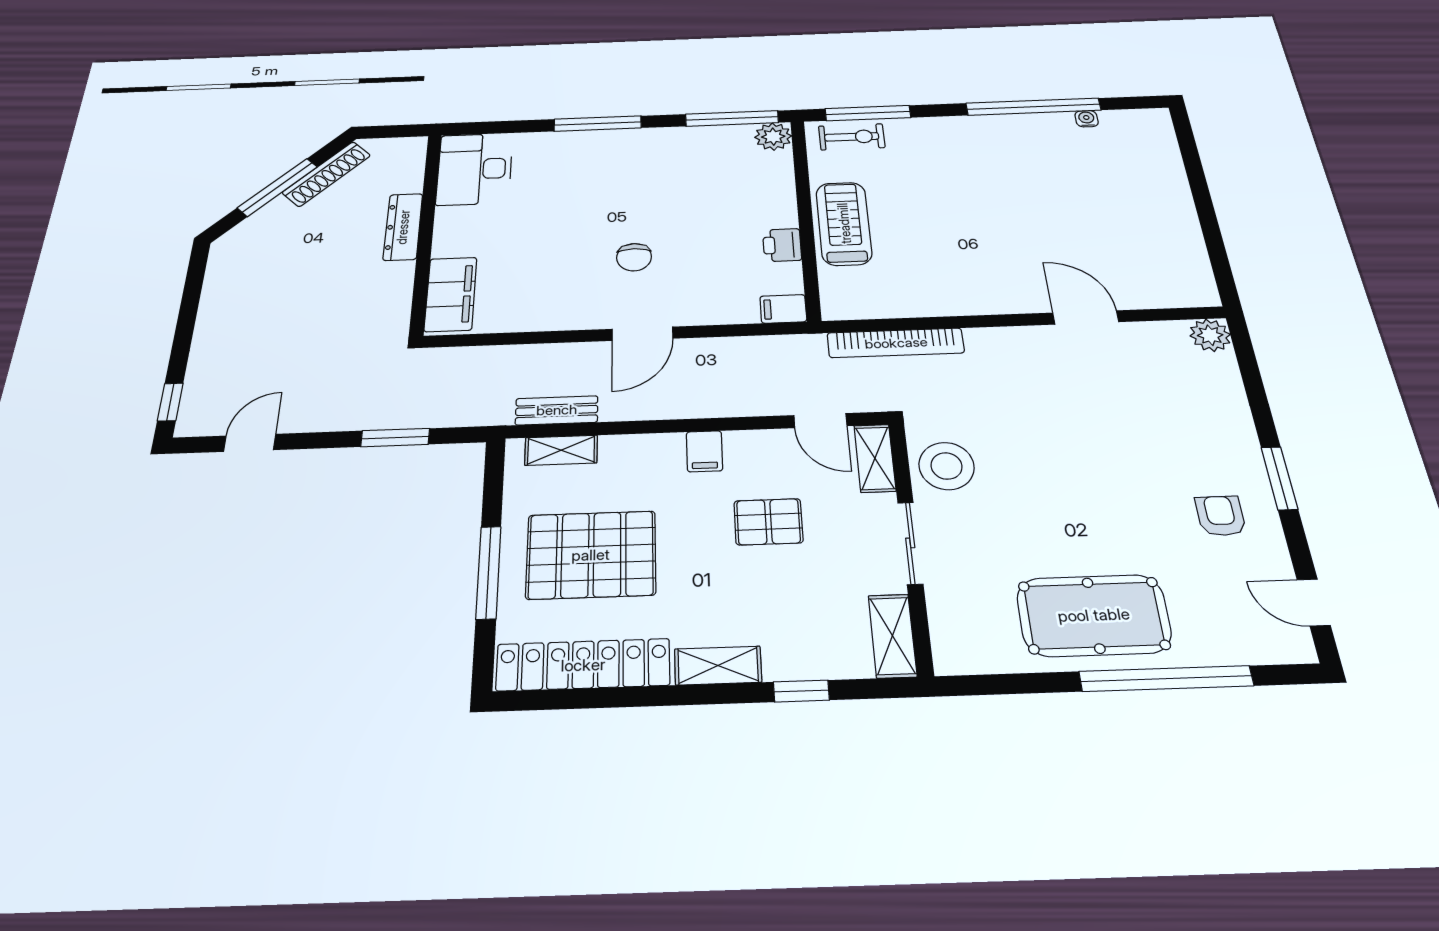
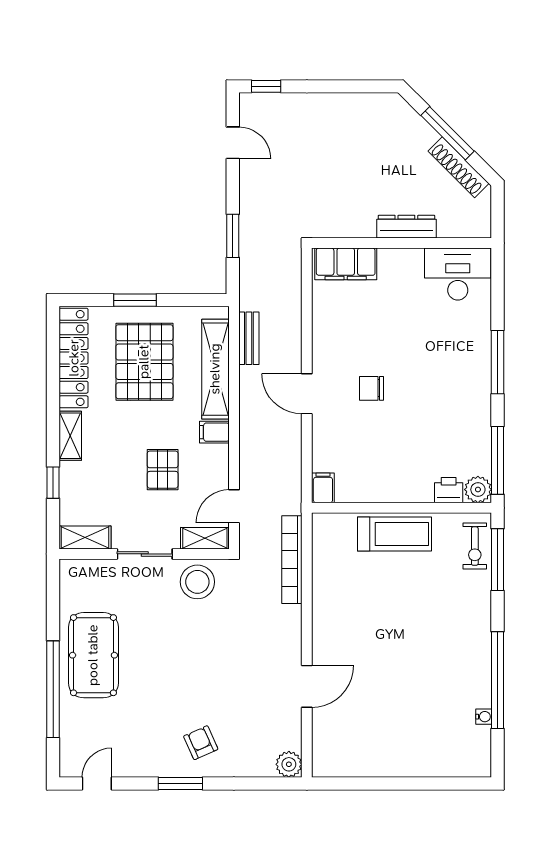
printer: (782, 245) -> (449, 490), moved
shelving: (561, 450) -> (215, 369), width x2.20, depth x1.33
armchair: (1221, 516) -> (201, 743), moved, turned -114
window: (488, 572) -> (135, 300), width x0.69

